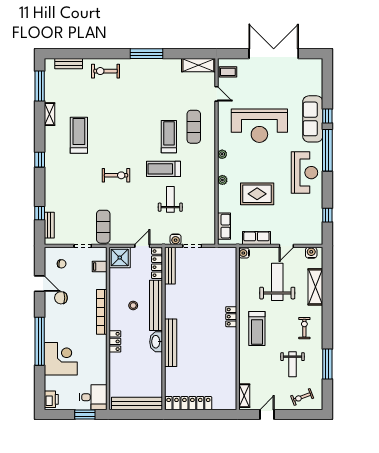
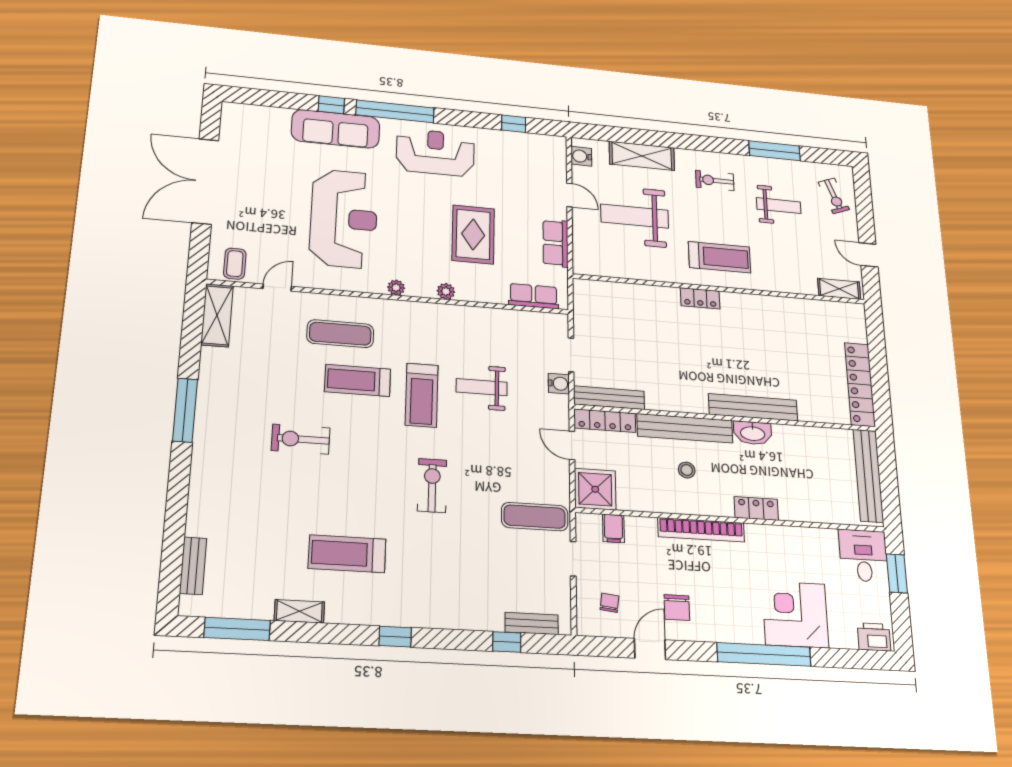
exercise bike: (106, 71) -> (301, 439), moved, turned 90
water cooler: (244, 253) -> (583, 266), removed

